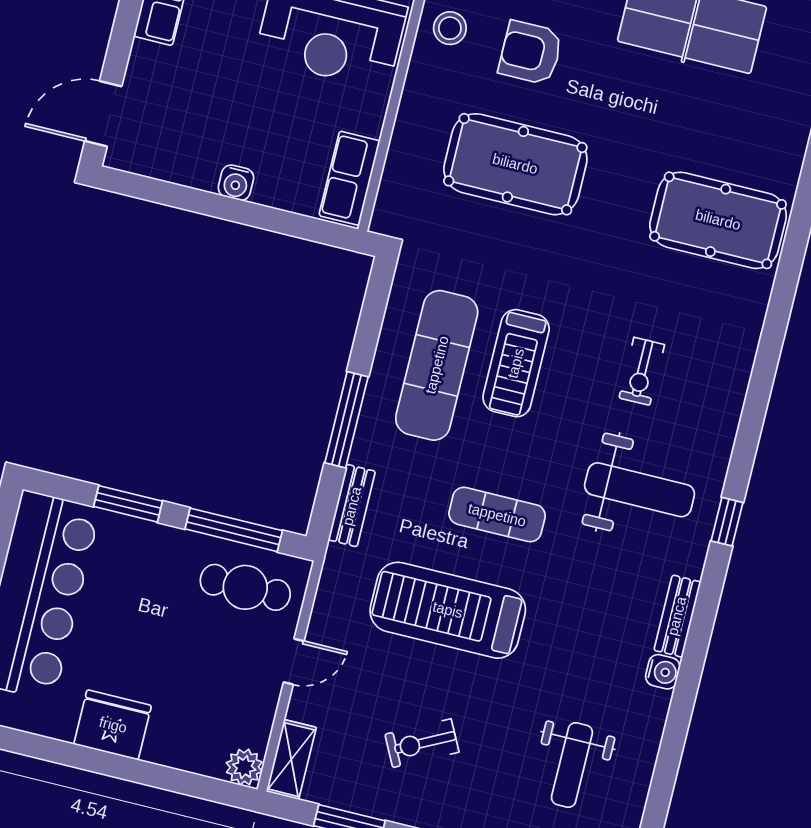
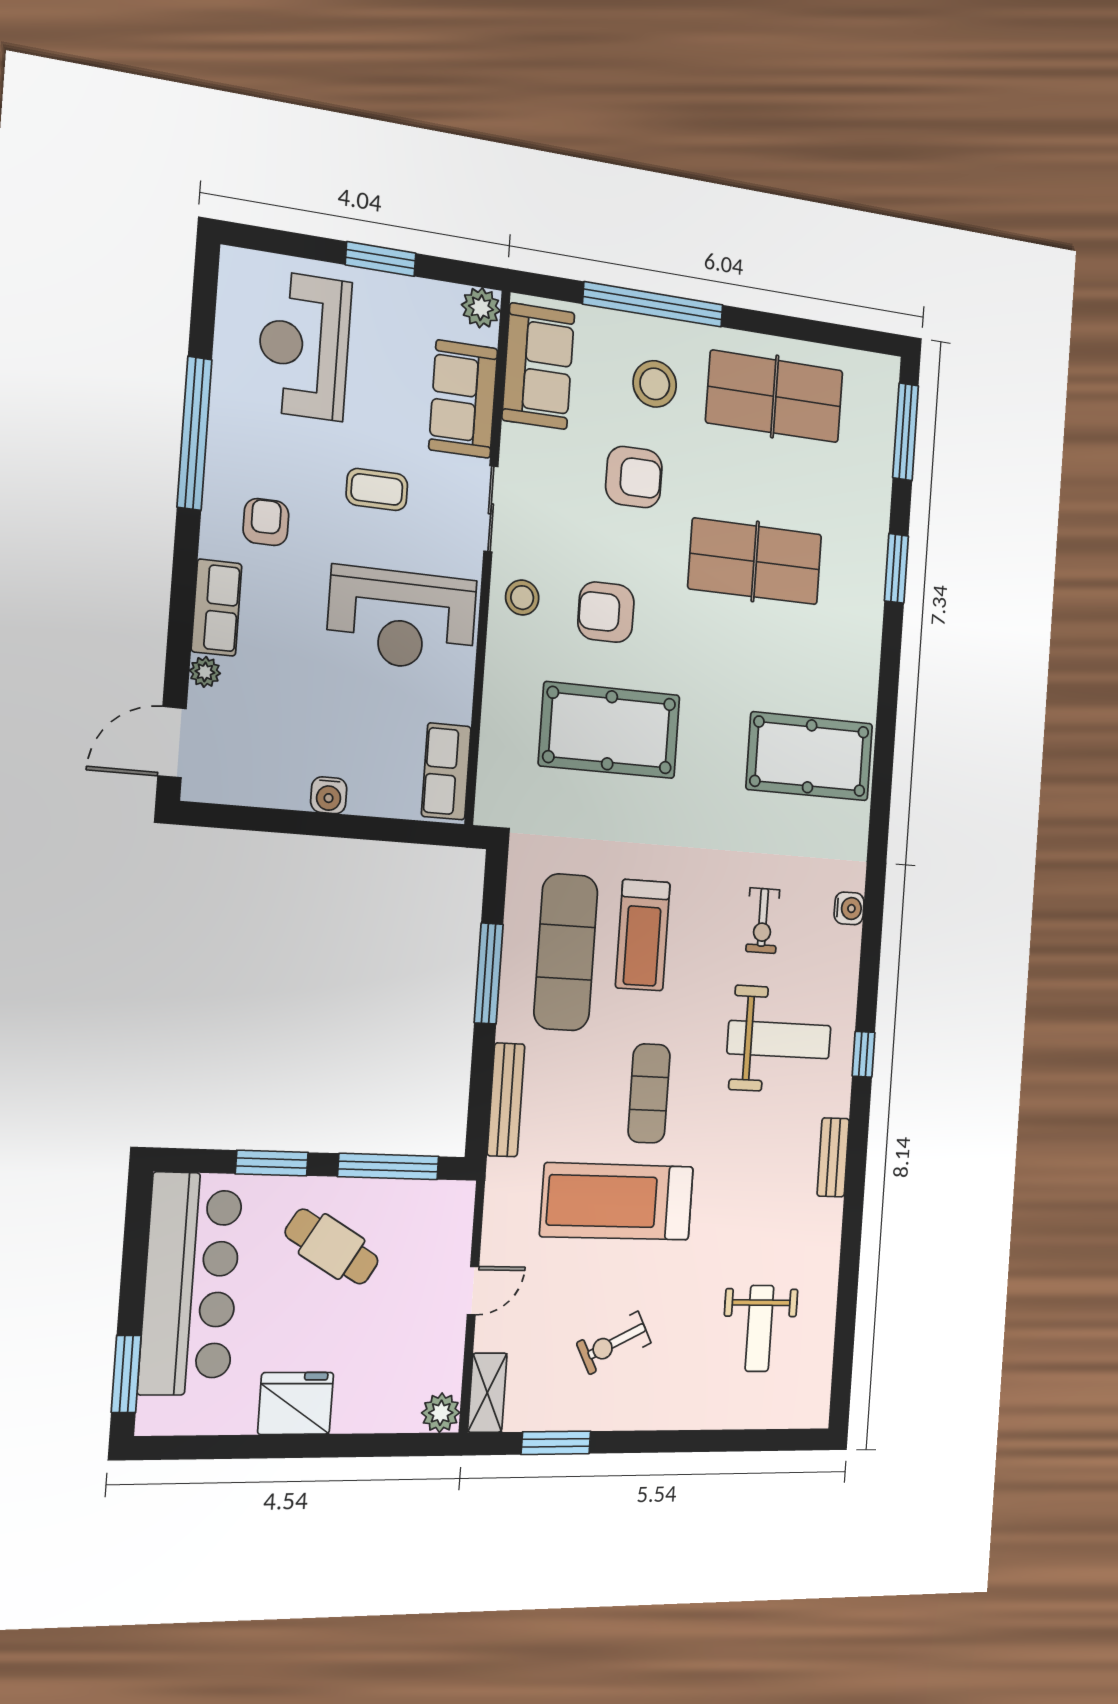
plant: (143, 56) -> (205, 672), added
window: (346, 420) -> (489, 973), moved
bench: (352, 506) -> (506, 1100), width x1.36
exercise mat: (497, 515) -> (649, 1093), turned 90
cafe table: (245, 587) -> (332, 1247), moved, turned 31
water cooler: (663, 672) -> (849, 908), moved

